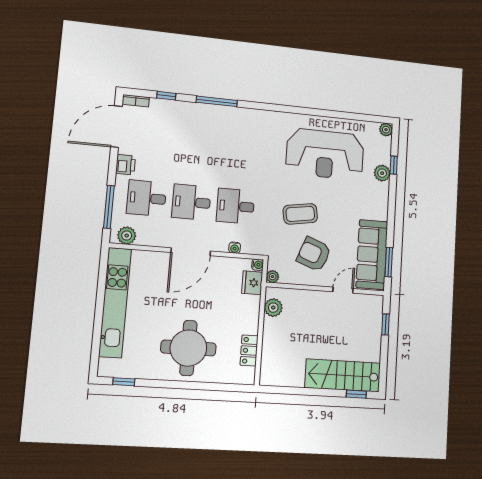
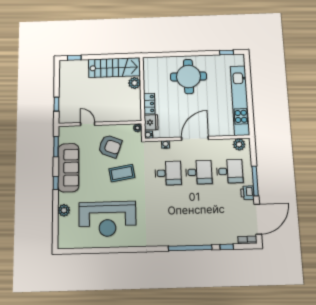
window: (217, 101) -> (190, 248), width x1.46
plant: (386, 130) -> (63, 244), removed
reception desk: (325, 154) -> (107, 219), turned 180
window: (394, 165) -> (56, 183), moved
window: (109, 207) -> (255, 181), moved
sofa: (372, 255) -> (68, 168), moved
door: (343, 290) -> (88, 124), swing flipped
plant: (273, 308) -> (134, 83), moved
locker: (249, 350) -> (149, 104), moved
stairs: (343, 375) -> (114, 68), moved

